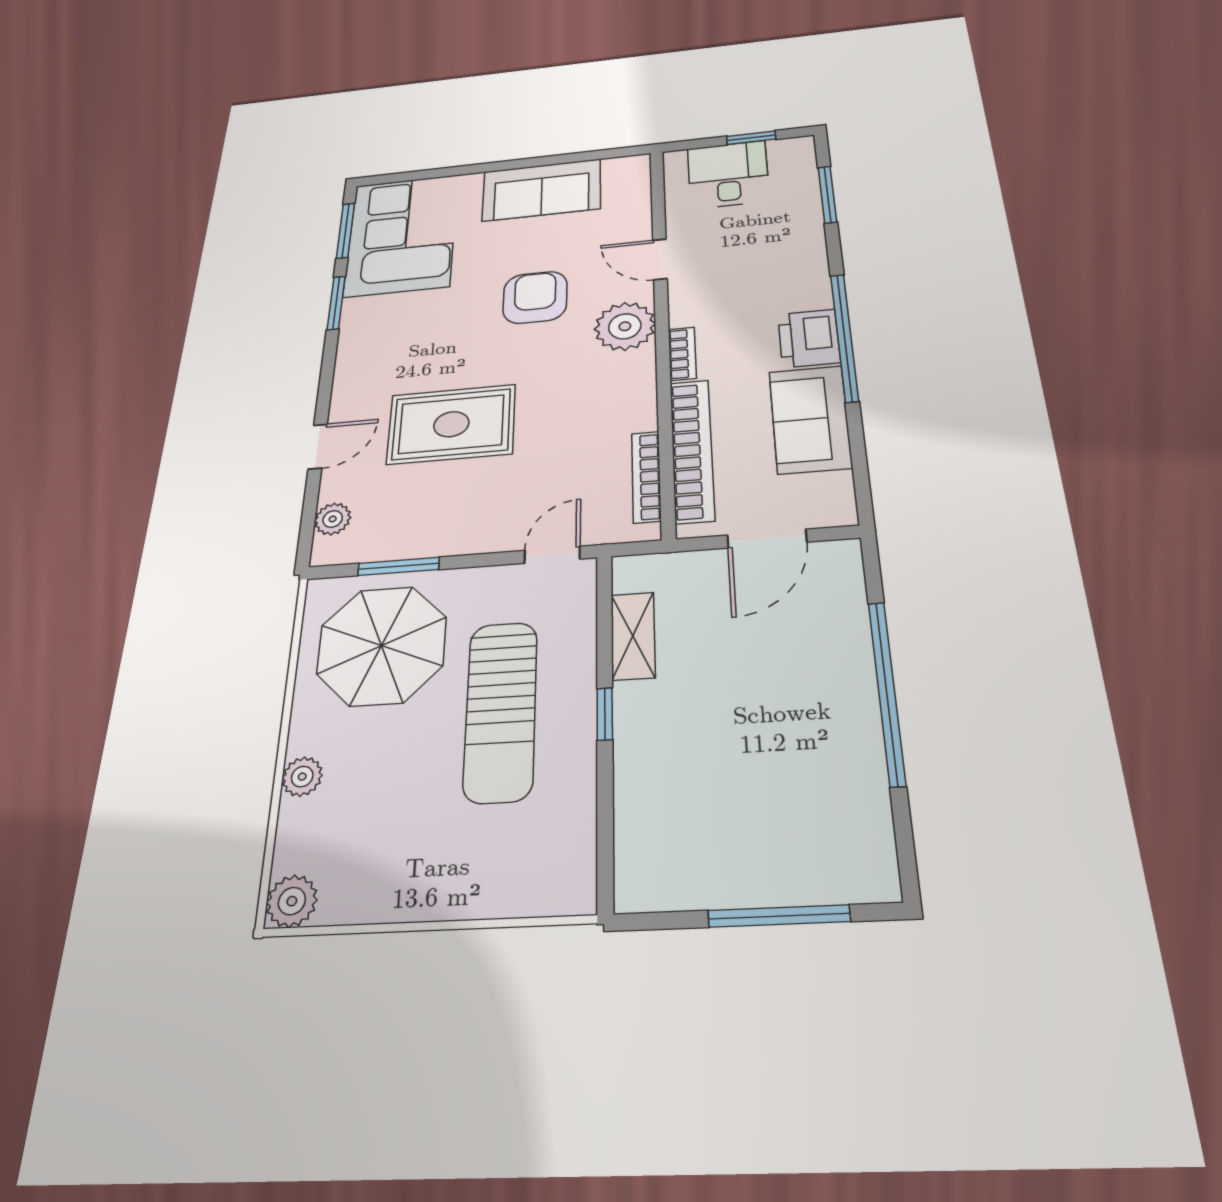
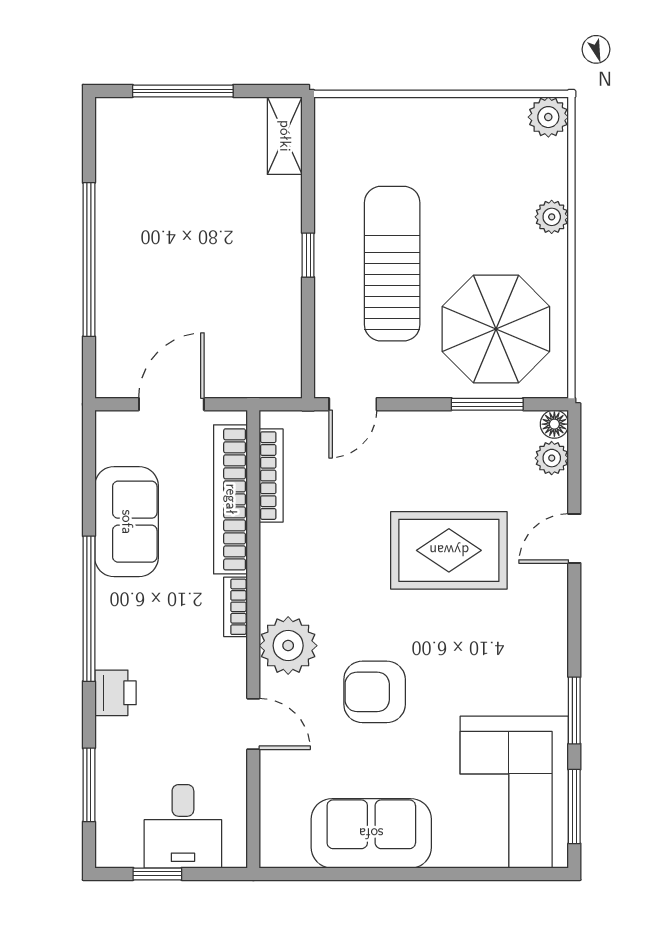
armchair: (535, 297) -> (375, 692), turned 90
printer: (809, 338) -> (115, 693), moved, width x0.73, depth x0.81
floor lamp: (326, 552) -> (554, 424), added
shelving: (633, 636) -> (285, 136), moved

